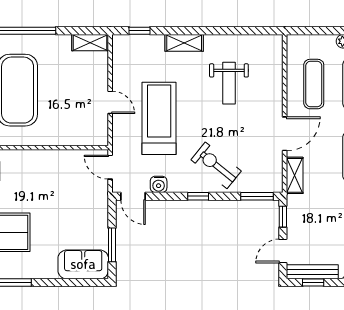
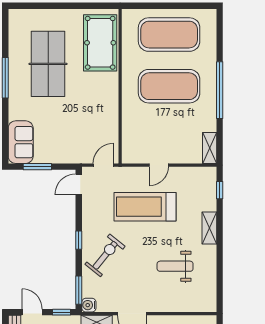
treadmill: (159, 118) -> (145, 207), turned 180
water cooler: (159, 184) -> (89, 305), moved

